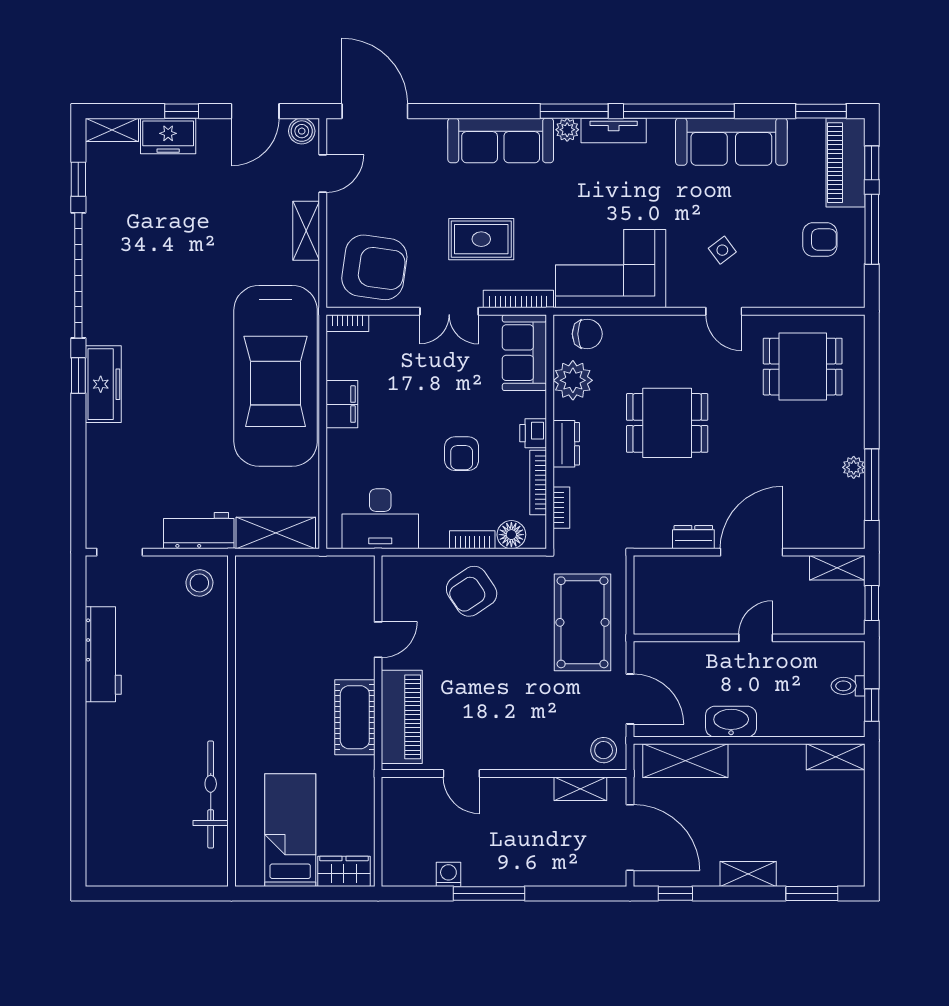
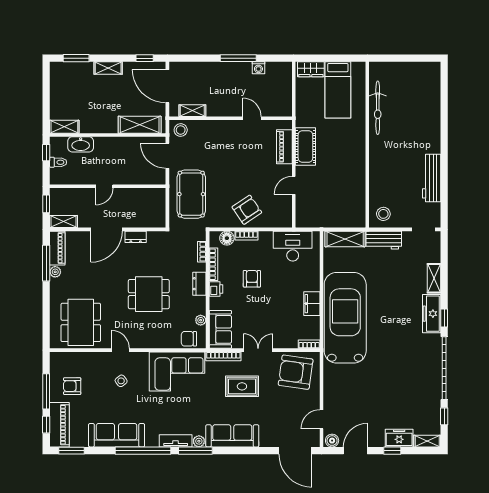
shelving: (306, 231) -> (434, 278), moved
dining table: (803, 367) -> (81, 322), width x1.37
plant: (573, 380) -> (201, 320), width x0.53, depth x0.53
piano: (850, 515) -> (57, 248), added
piano: (402, 717) -> (284, 147), width x0.73, depth x0.75
washbasin: (731, 722) -> (81, 144), moved

